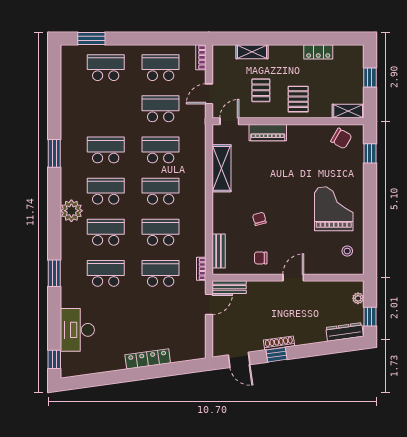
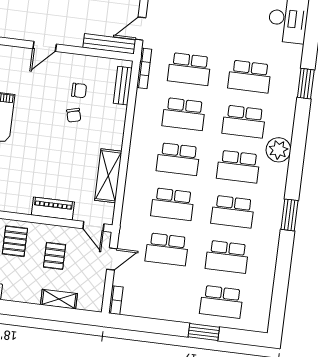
window: (91, 38) -> (204, 332), moved
school desk: (161, 68) -> (227, 257), moved
door: (229, 121) -> (93, 226), hinge flipped
chair: (261, 258) -> (79, 90), moved
bookcase: (201, 269) -> (144, 68), width x1.56
bench: (229, 287) -> (109, 44), width x1.36

